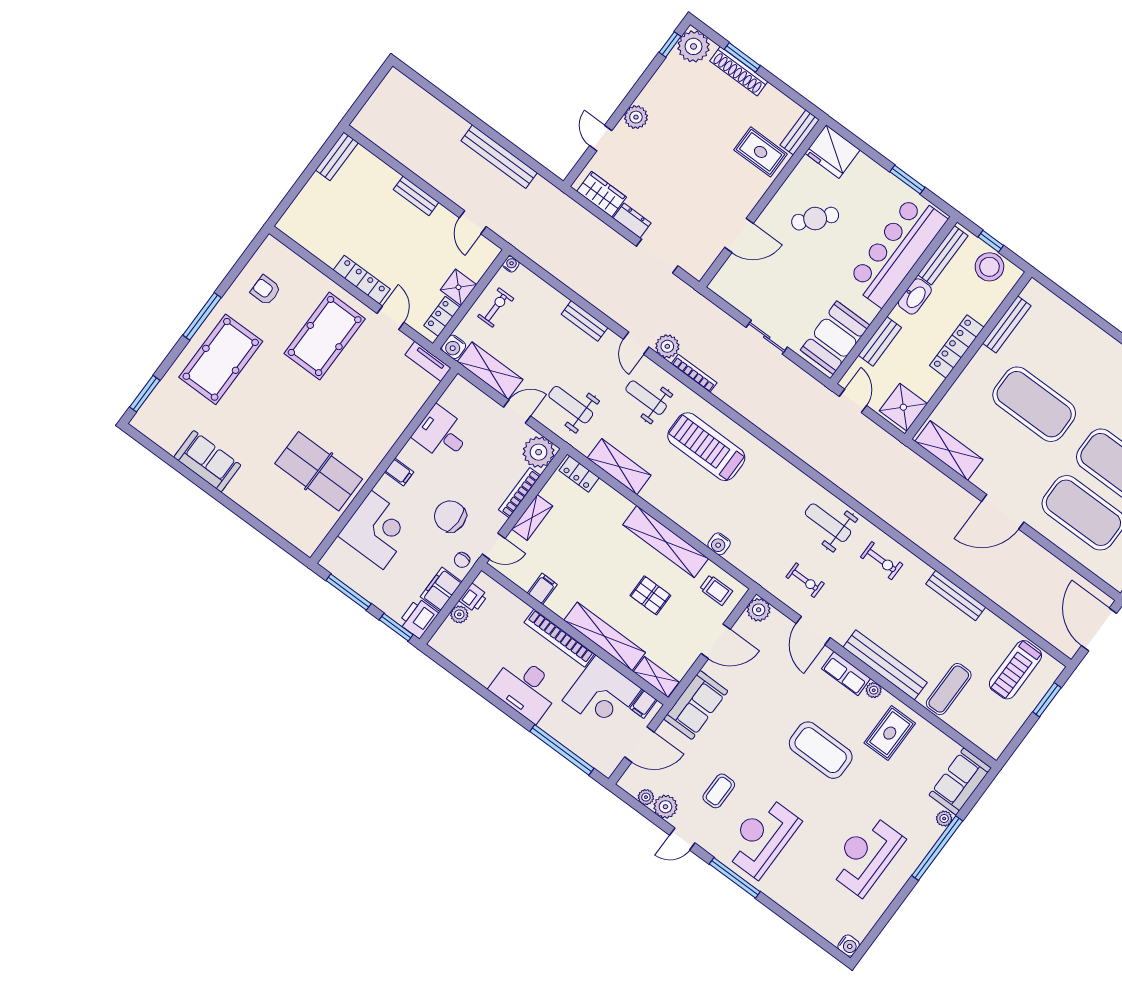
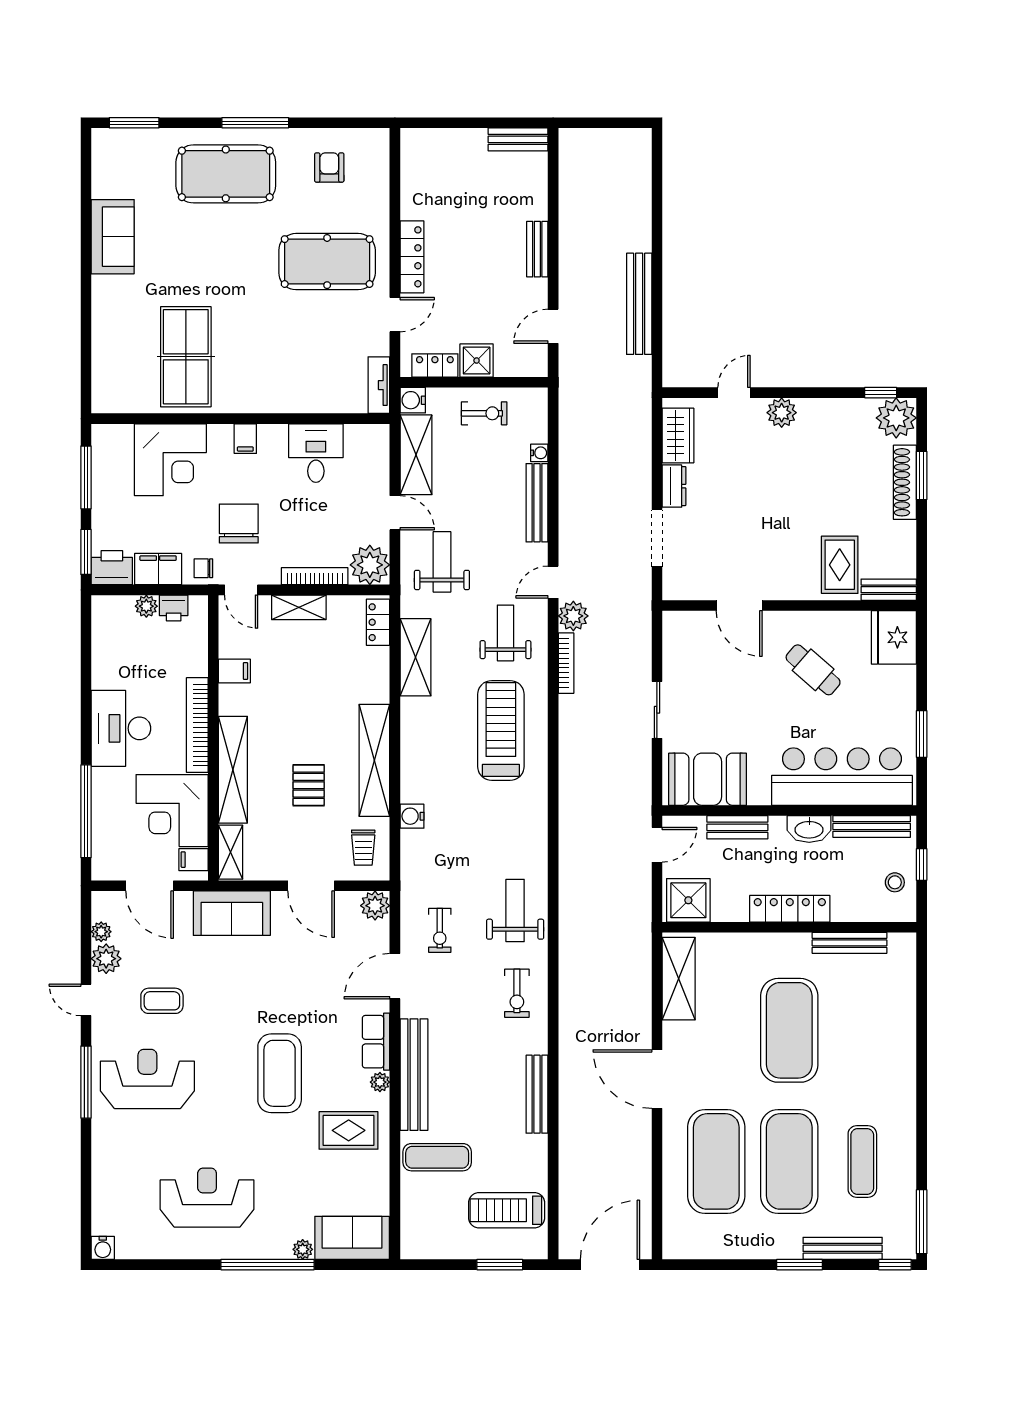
water cooler: (511, 264) -> (539, 453), moved
stool: (989, 267) -> (895, 882), width x0.53, depth x0.53
bench: (585, 321) -> (537, 503), width x1.36

